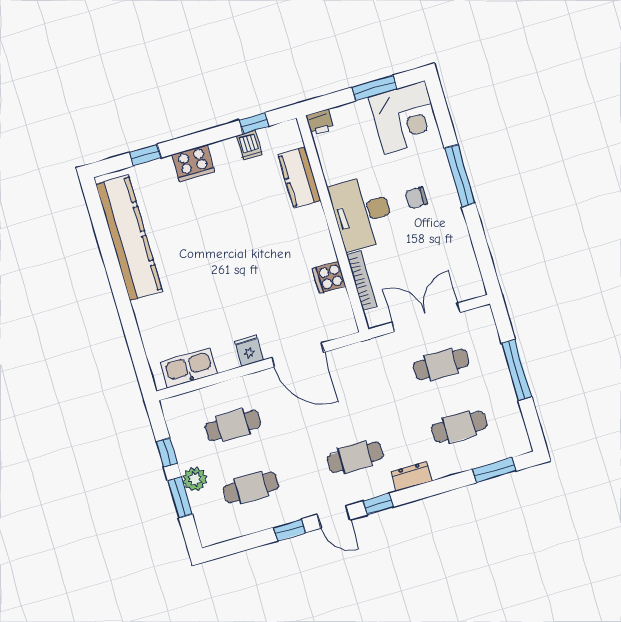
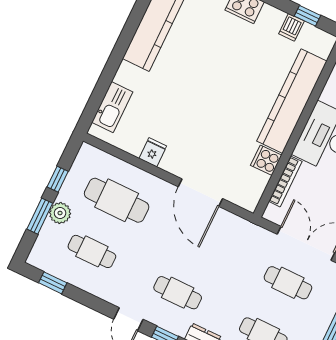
kitchen counter: (299, 178) -> (292, 101), width x2.08, depth x1.17
fridge: (249, 351) -> (153, 152), moved
kitchen sink: (189, 368) -> (112, 107), moved, turned 90
cafe table: (233, 425) -> (117, 200), width x1.37, depth x1.35
window: (290, 530) -> (53, 283), moved

